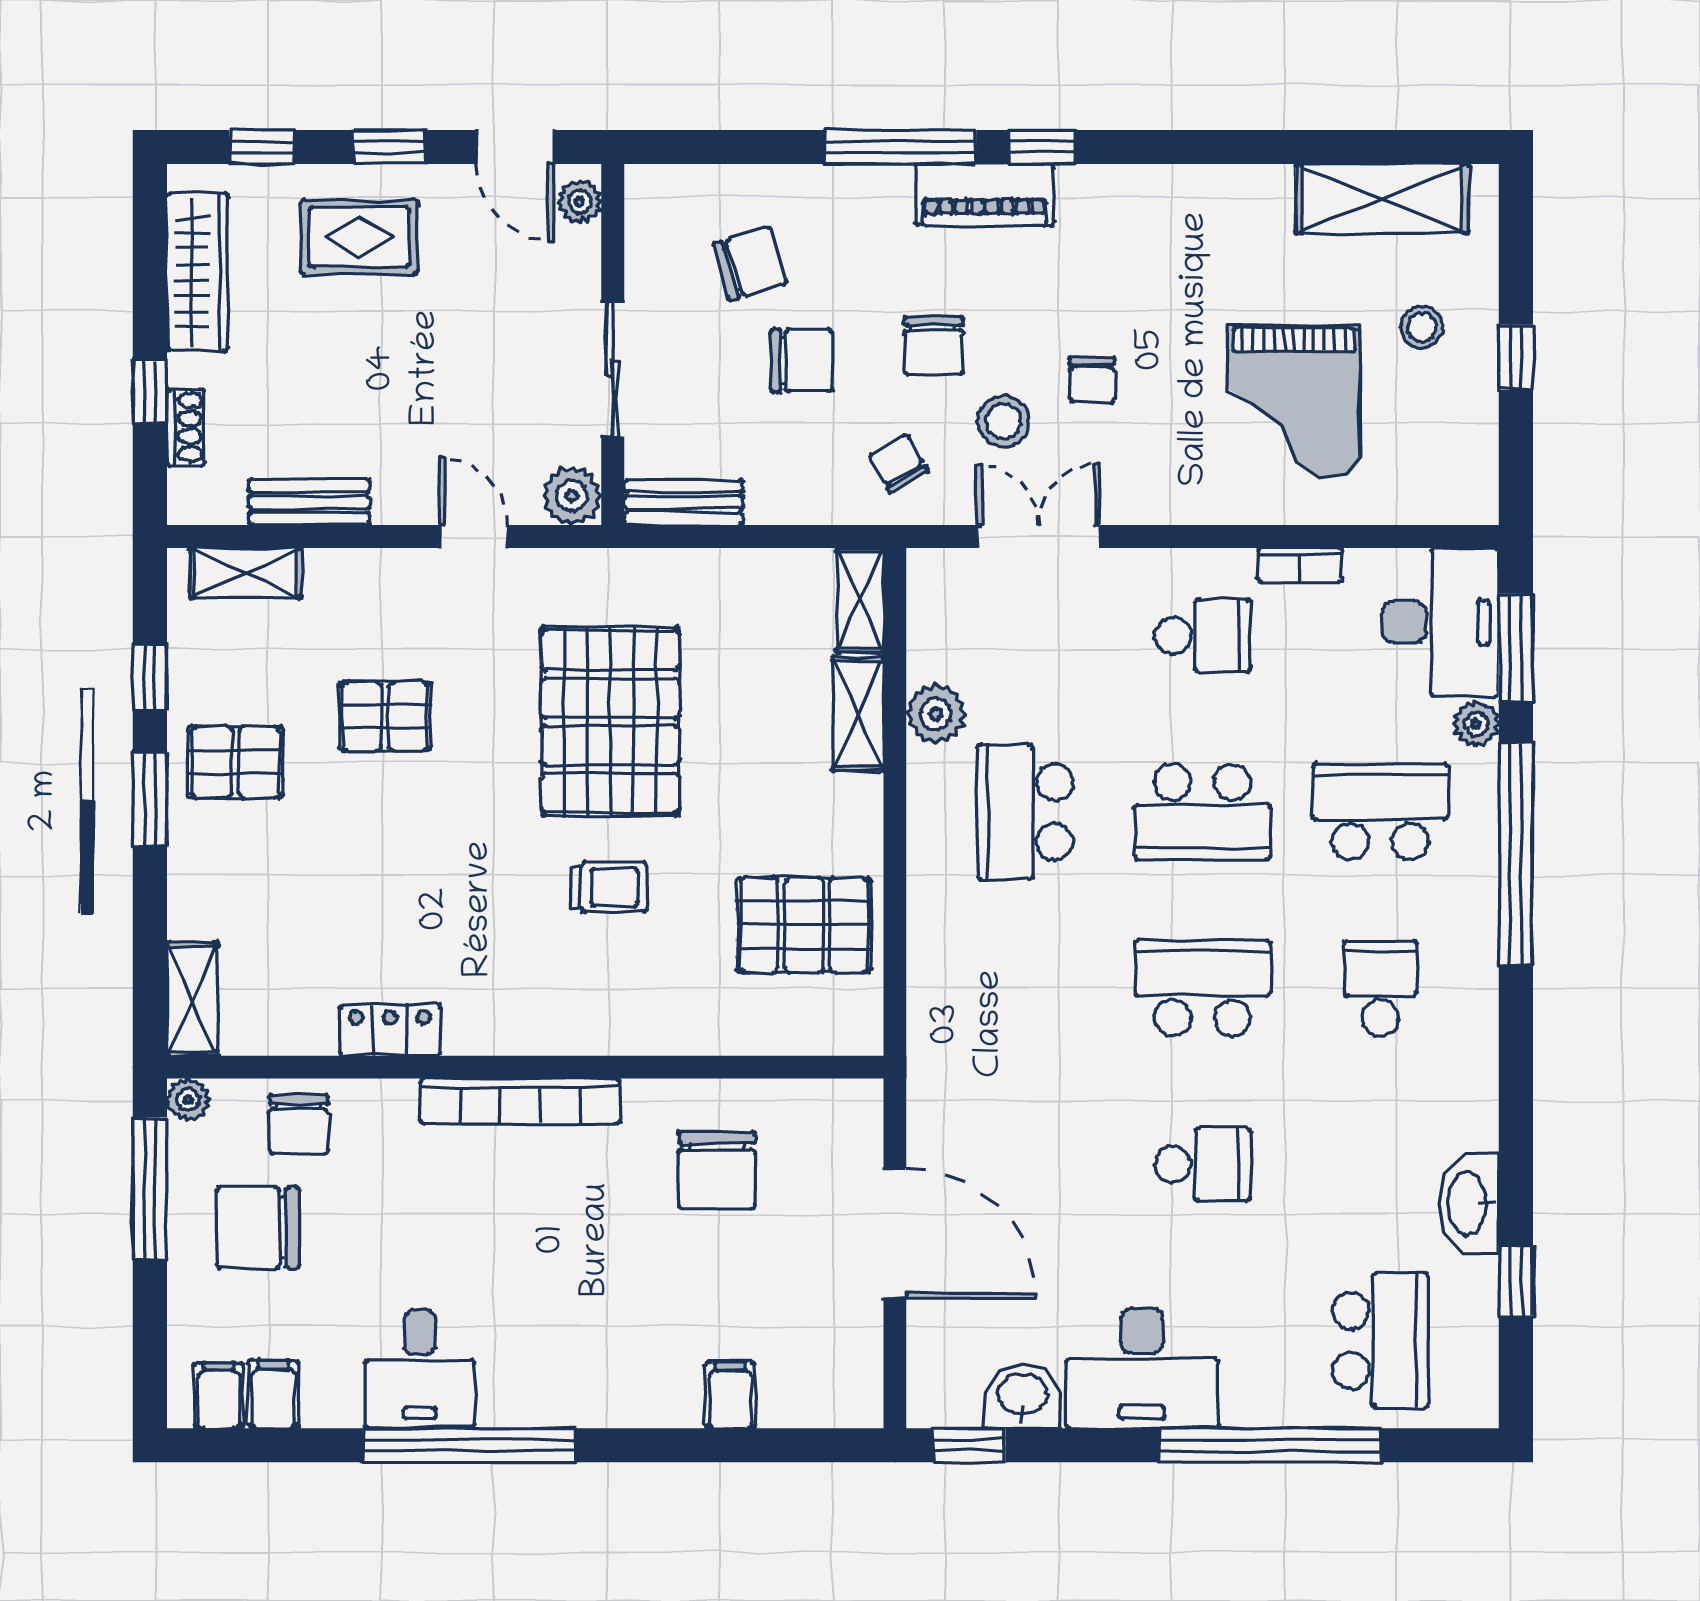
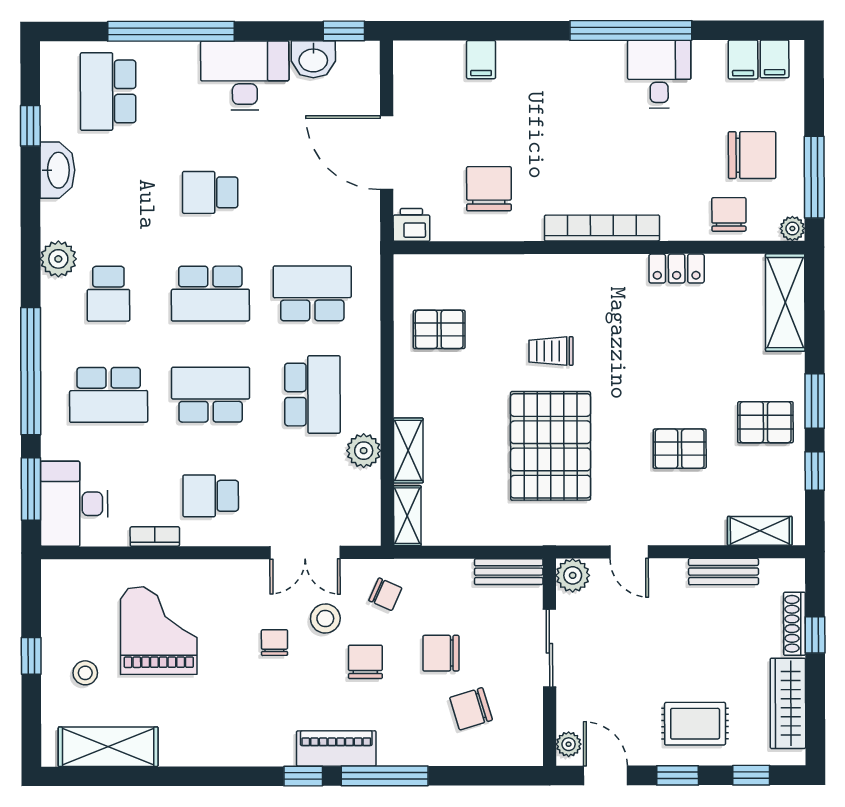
shoe rack: (186, 427) -> (795, 624), width x1.43
chair: (899, 464) -> (385, 594), turned -36
plant: (1476, 724) -> (58, 259), moved, width x1.38, depth x1.38
pallet: (804, 925) -> (439, 329), width x0.67, depth x0.71
school desk: (1025, 988) -> (312, 293), added
shelving: (192, 999) -> (785, 303), width x1.50, depth x1.33
printer: (852, 1107) -> (411, 225), added

